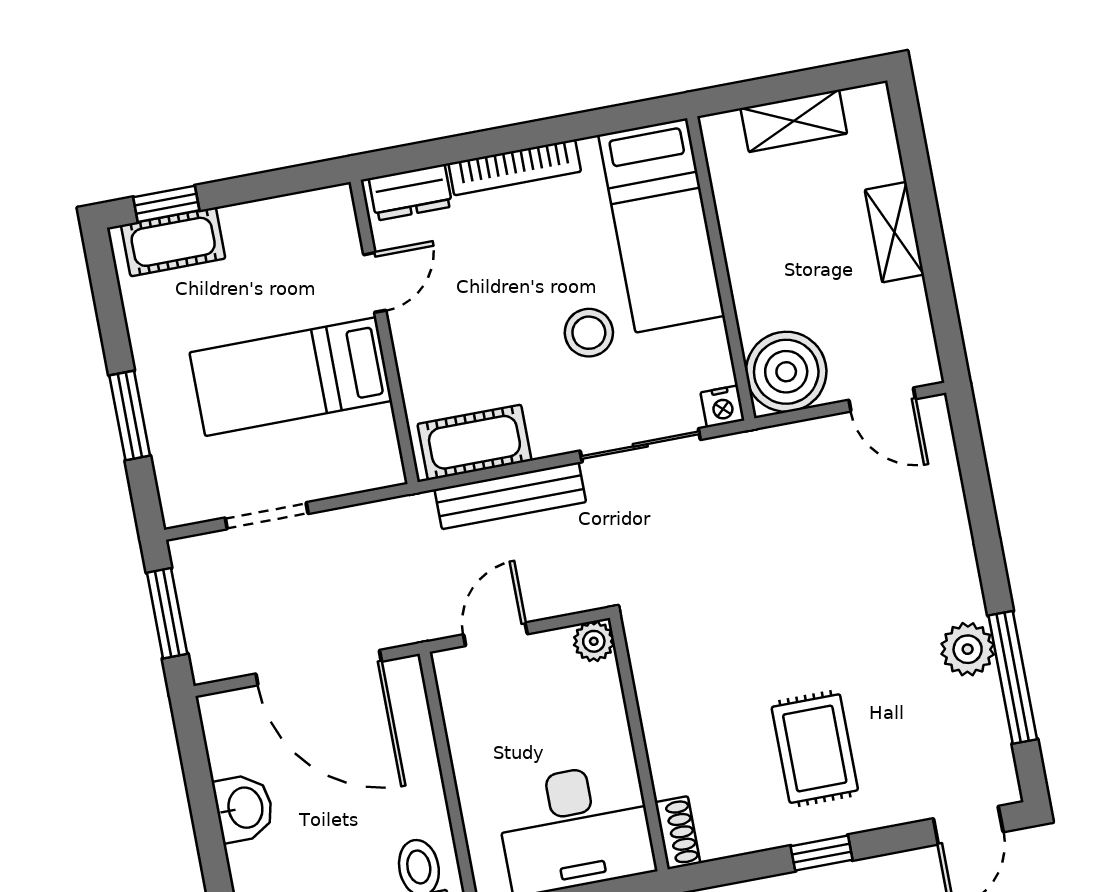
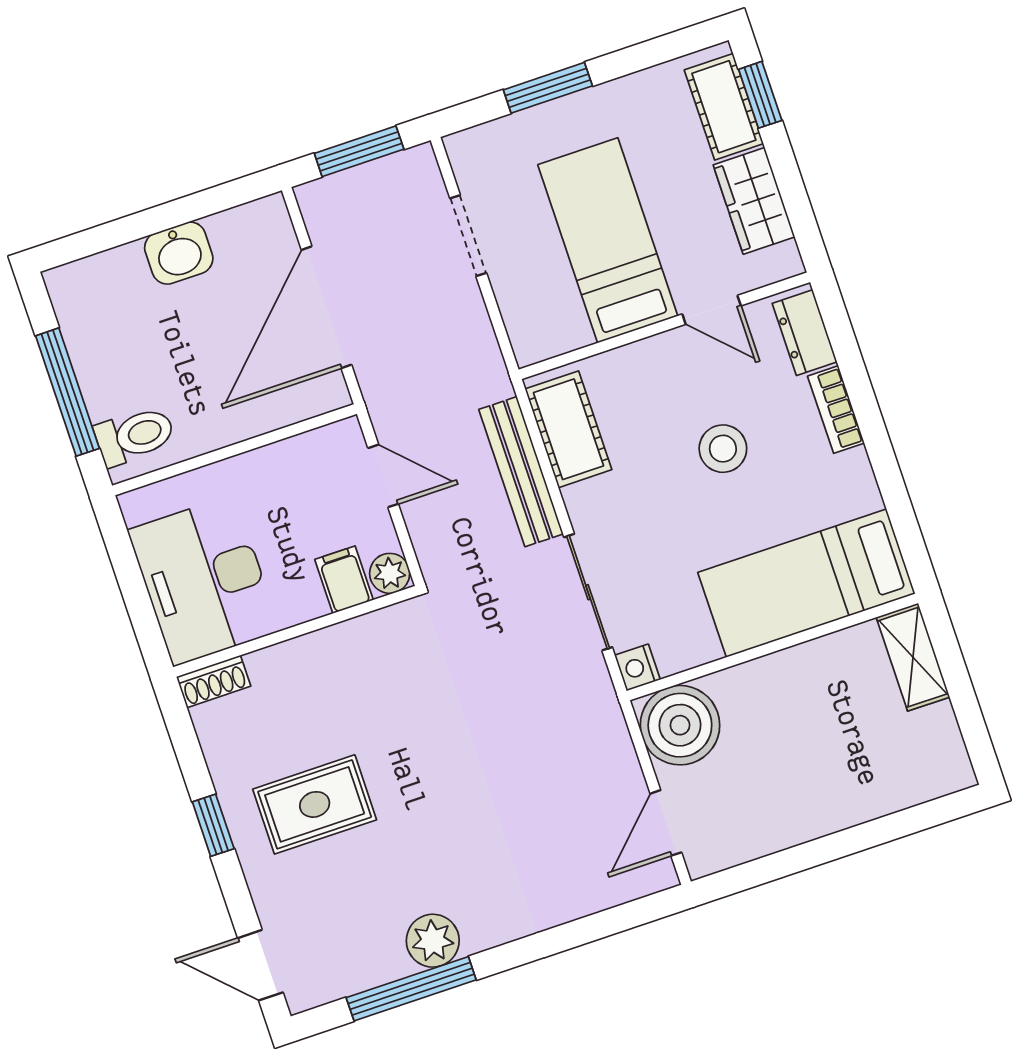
shelving: (794, 121) -> (913, 657), moved
bookcase: (515, 167) -> (836, 410), width x0.64
wardrobe: (272, 225) -> (754, 201), added
shelving: (894, 232) -> (831, 812), removed
stool: (589, 333) -> (723, 449), moved
filing cabinet: (594, 688) -> (344, 580), added

